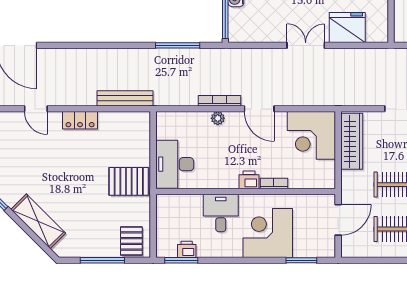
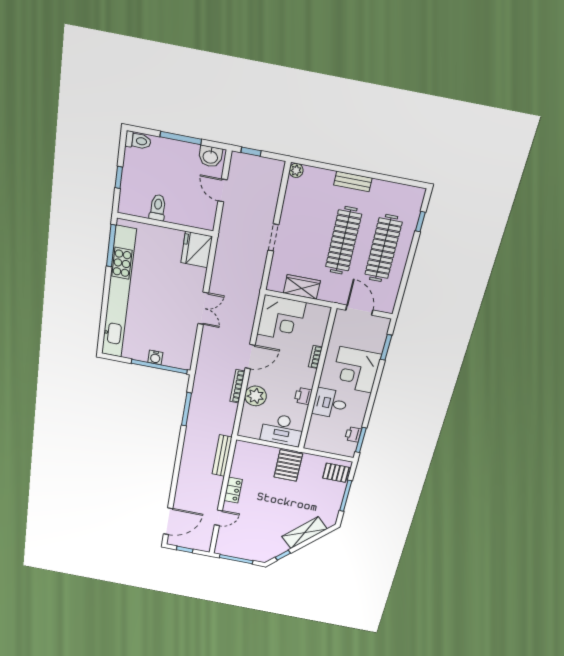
fridge: (347, 28) -> (197, 250), moved
double door: (306, 45) -> (203, 308), swing flipped
plant: (218, 118) -> (256, 396), width x1.88, depth x1.88
wardrobe: (352, 141) -> (302, 287), width x0.67
printer: (249, 180) -> (303, 396), moved

